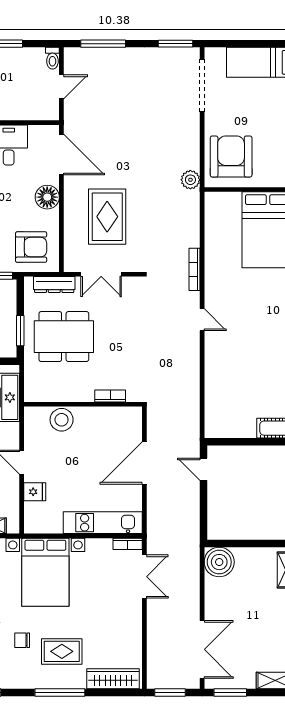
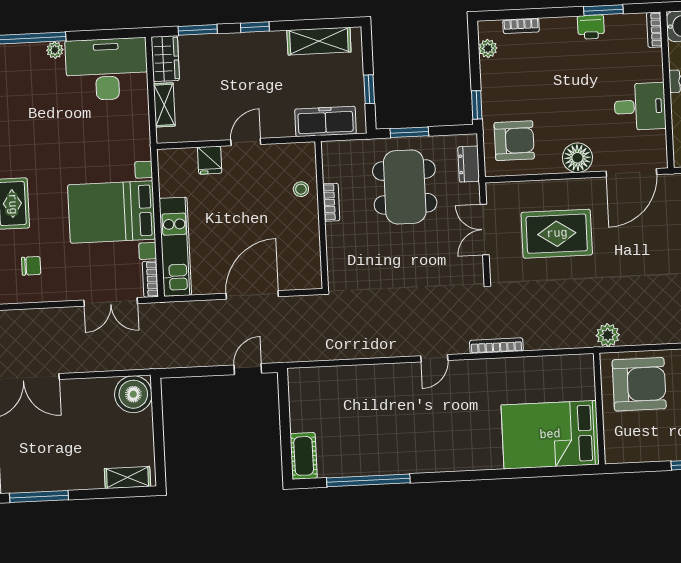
armchair: (31, 247) -> (514, 141), turned -90
dresser: (54, 284) -> (469, 164), width x0.70
bookcase: (110, 396) -> (331, 202), moved
stool: (62, 420) -> (301, 189), width x0.53, depth x0.53
door: (144, 463) -> (252, 295), hinge flipped
bed with nightstands: (45, 572) -> (112, 212), moved
chair: (22, 640) -> (31, 266), moved, turned 90

